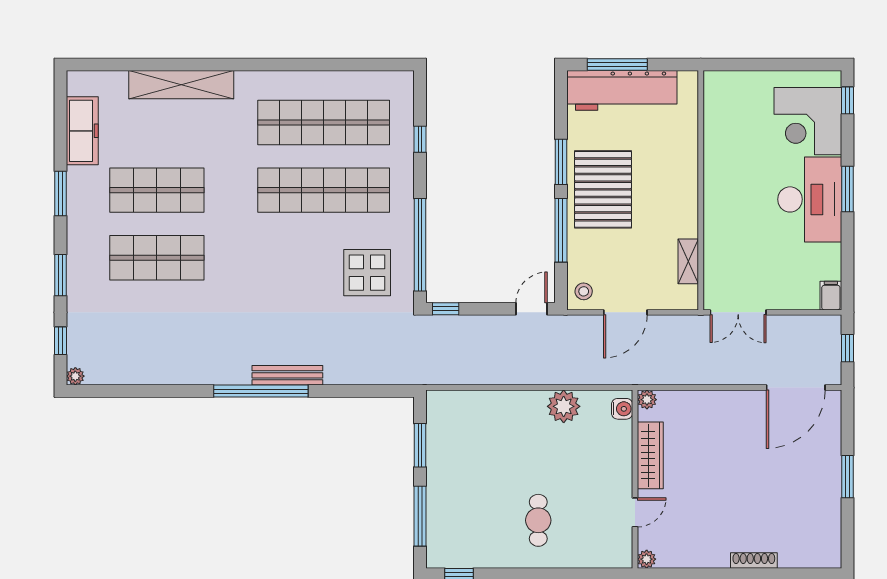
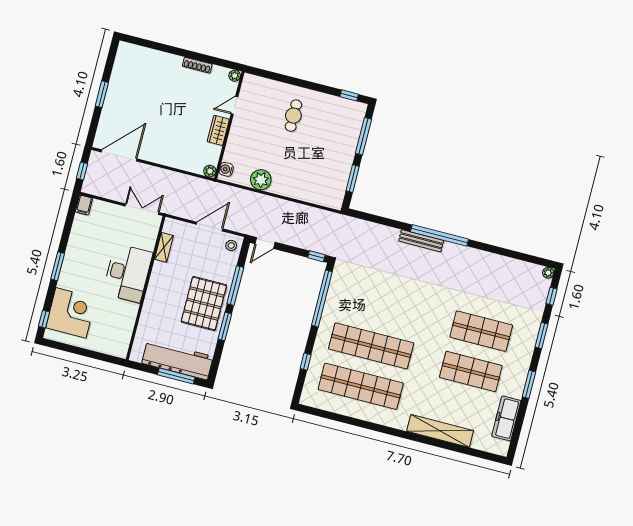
desk: (810, 199) -> (128, 273), moved, turned 180
display table: (367, 273) -> (358, 290), removed
wardrobe: (650, 455) -> (218, 130), width x0.67
shoe rack: (754, 561) -> (197, 65), moved

